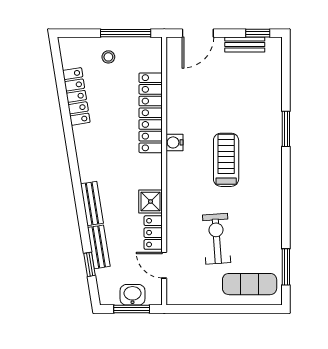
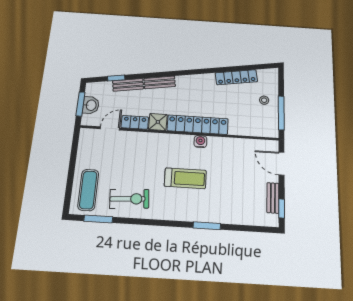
locker: (151, 113) -> (198, 125), moved
exercise bike: (217, 239) -> (129, 199), moved

